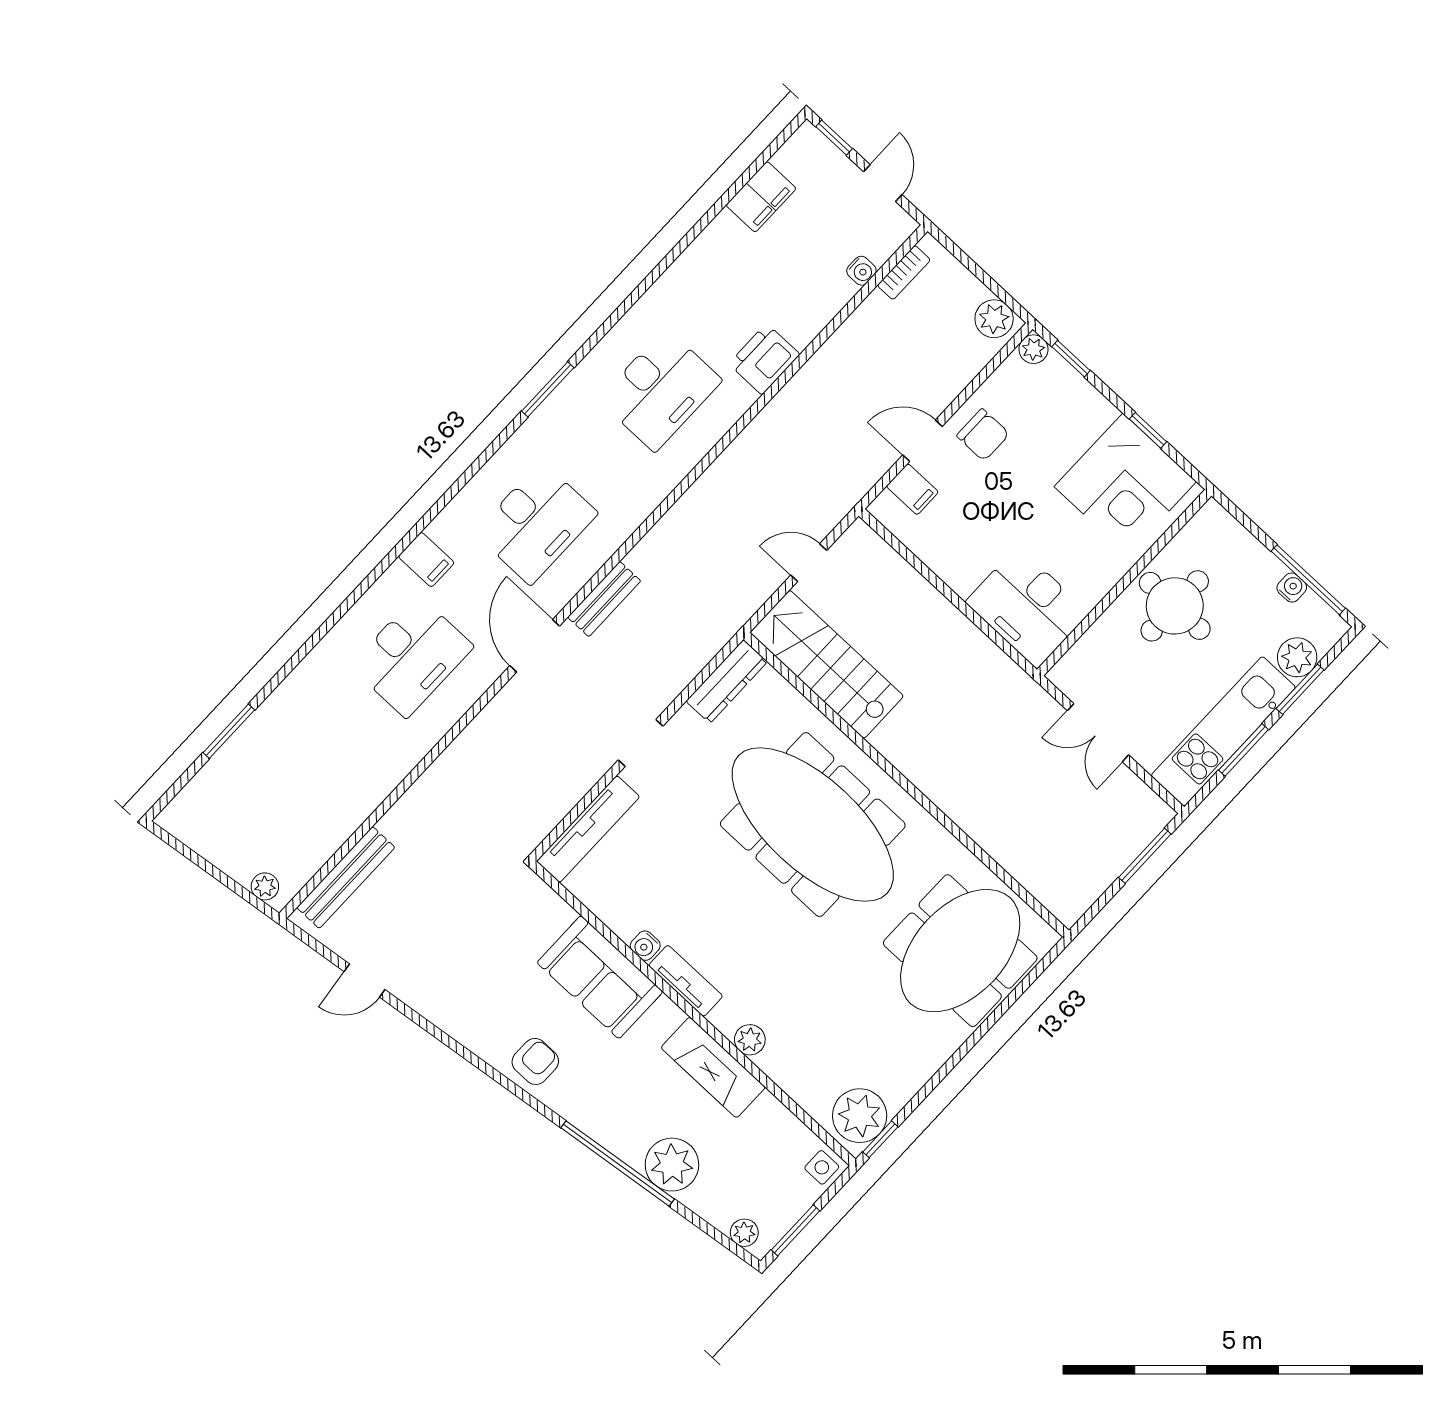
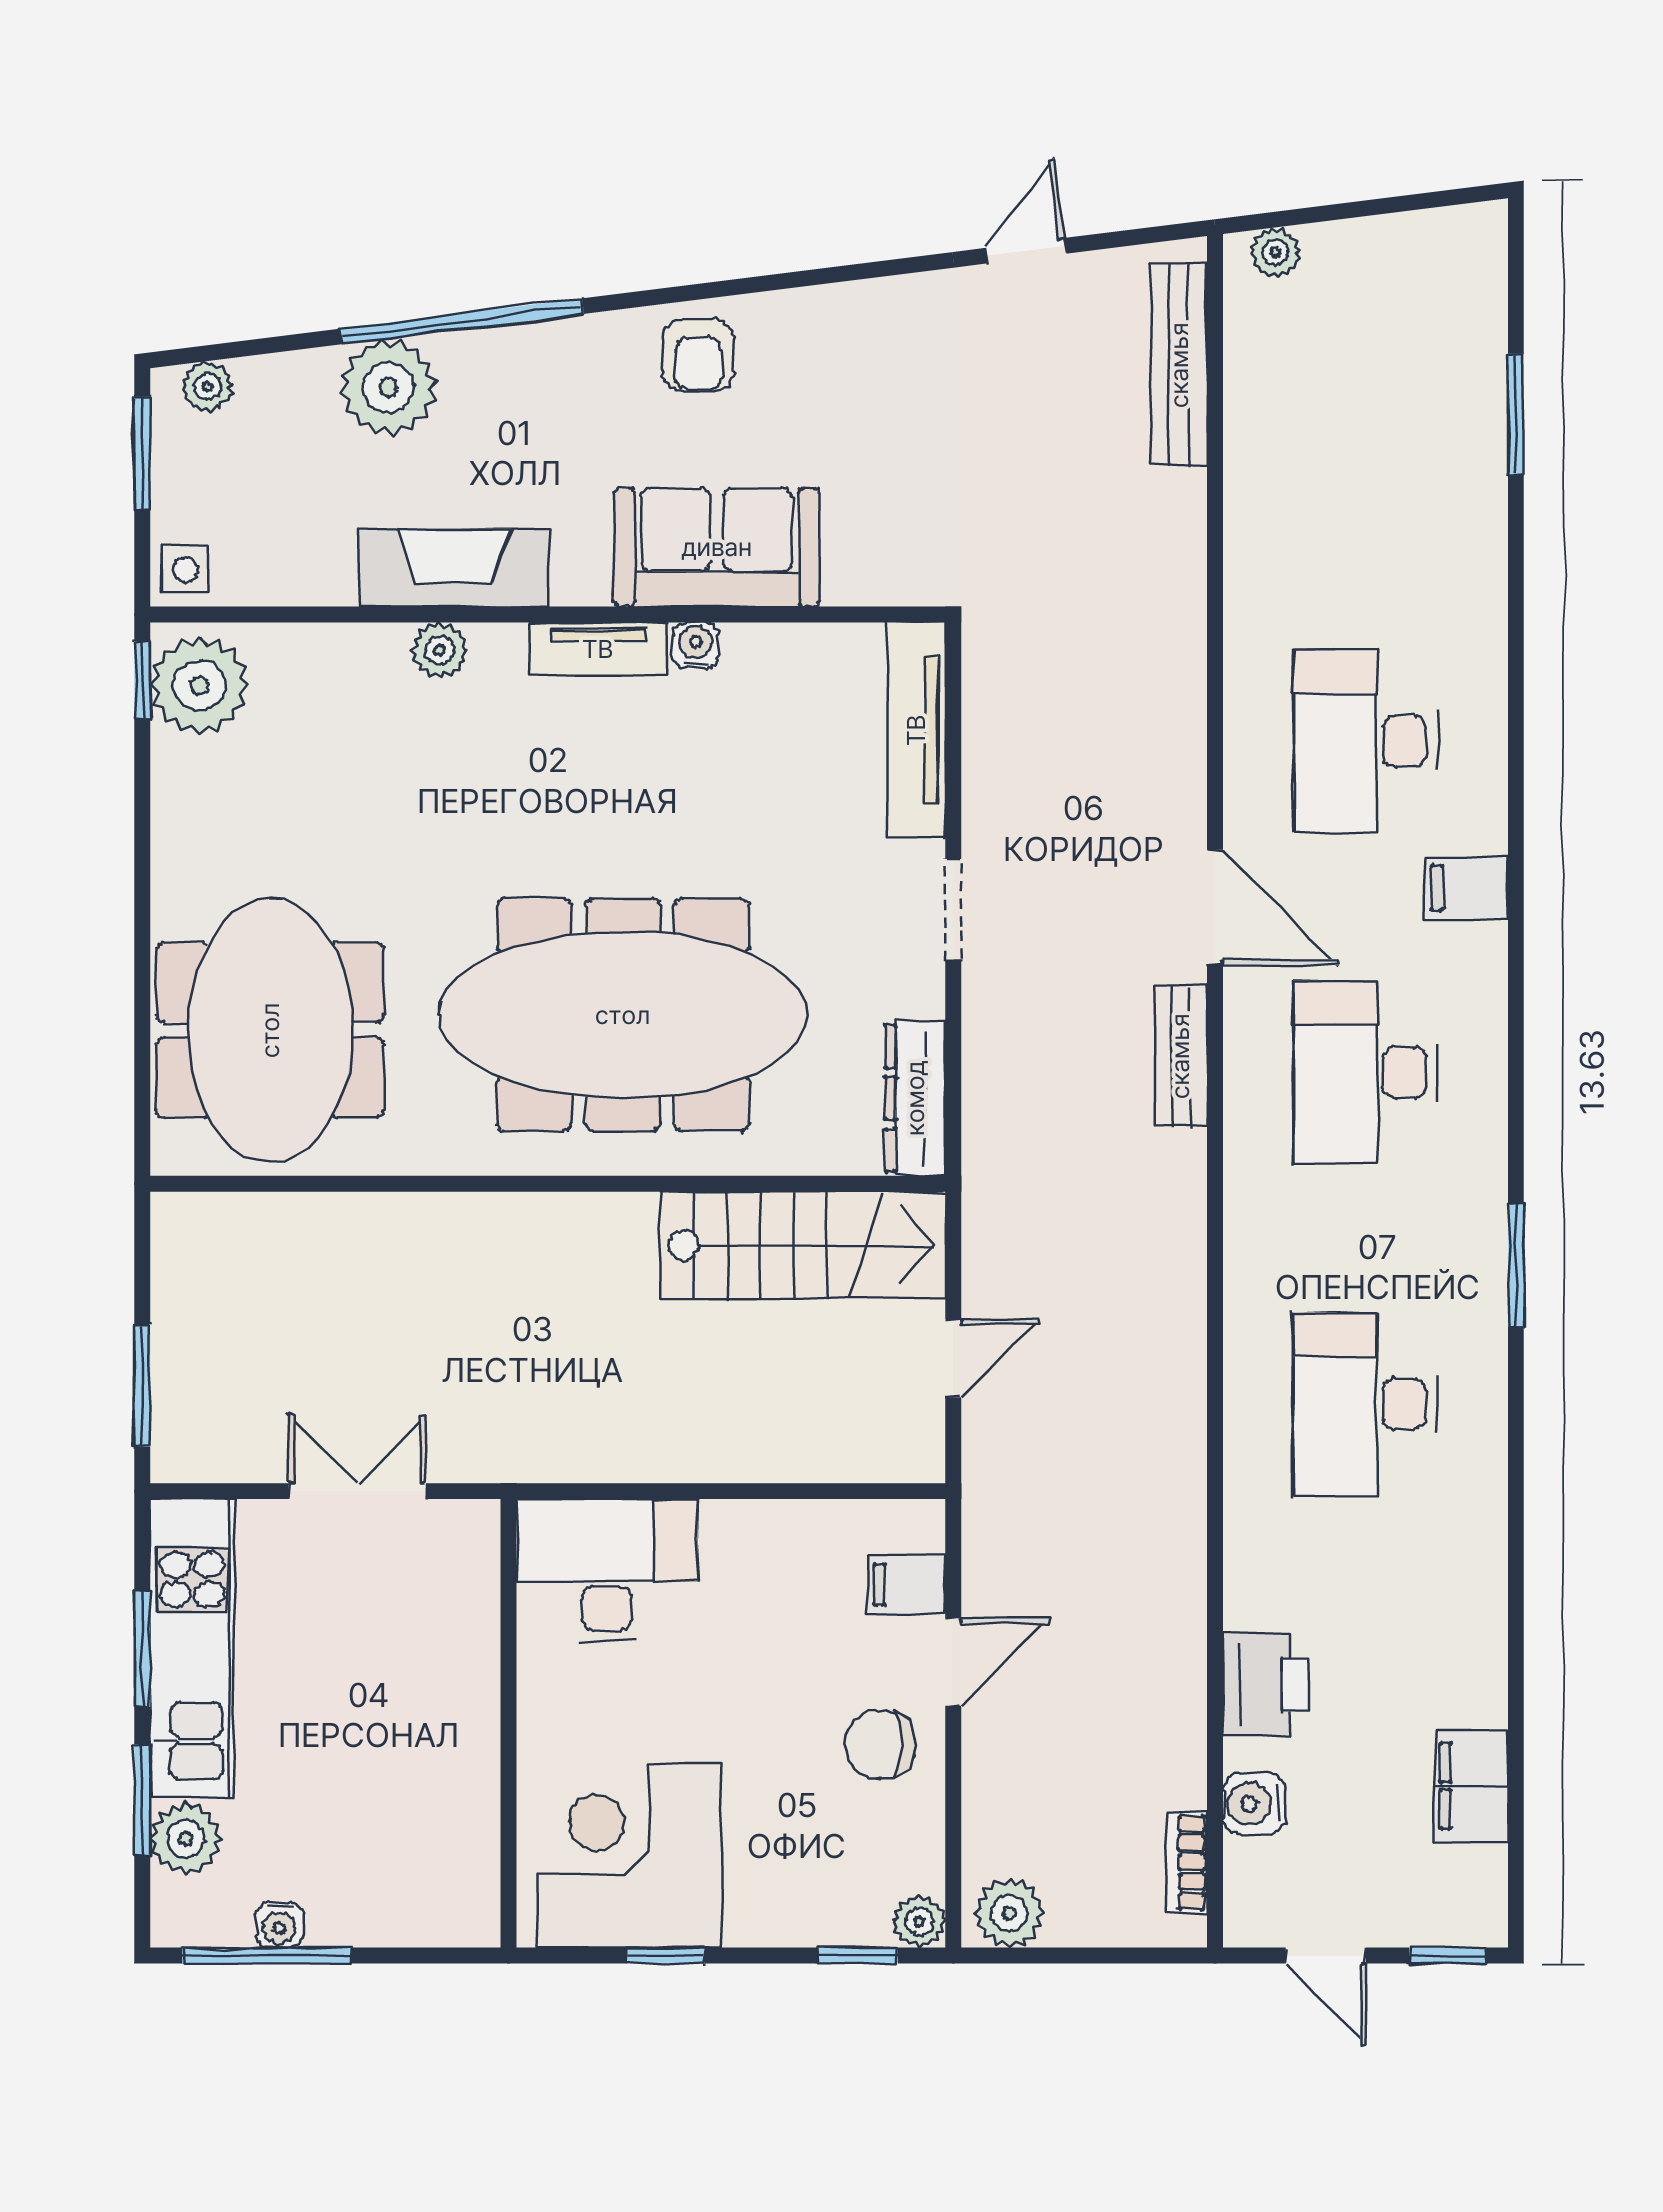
water cooler: (861, 271) -> (1254, 1804), width x1.38, depth x1.38
printer: (764, 359) -> (1265, 1685), moved
round table: (1175, 606) -> (412, 1755), removed

